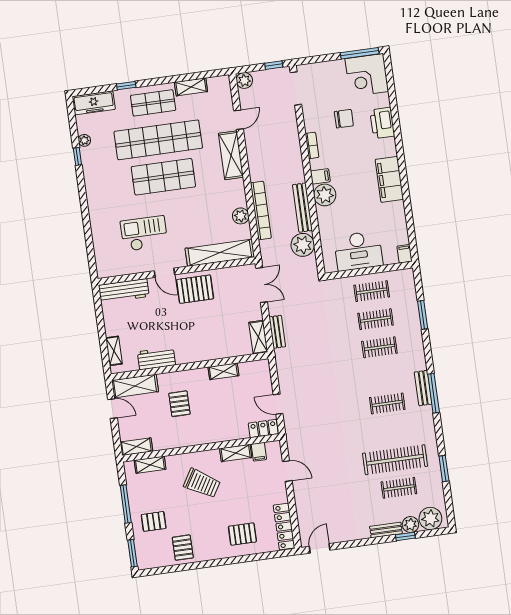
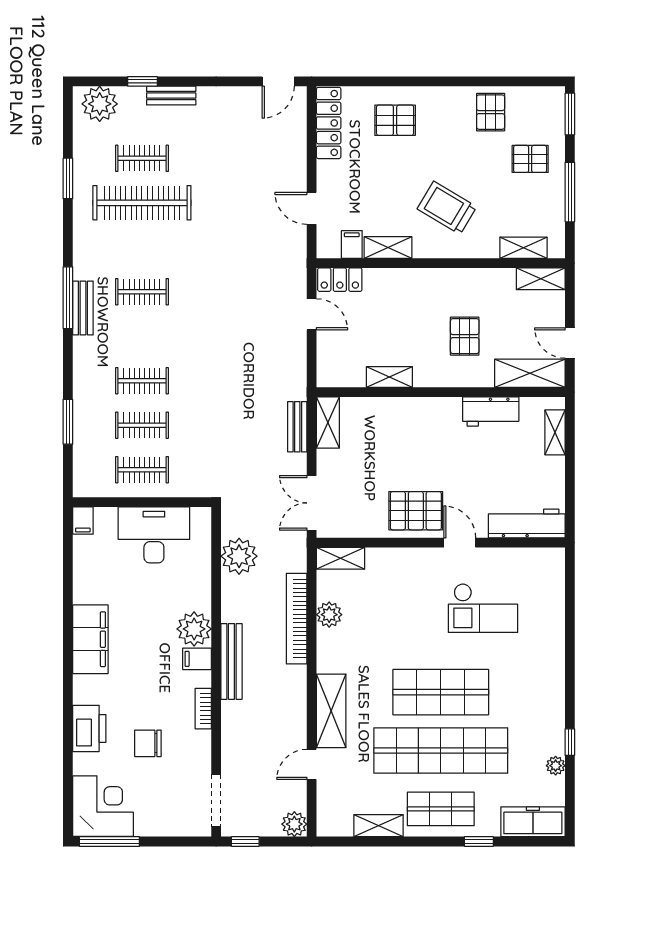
bench: (302, 208) -> (231, 661), moved
shelving: (220, 253) -> (341, 558), width x0.45, depth x0.75
plant: (410, 524) -> (132, 99), removed

